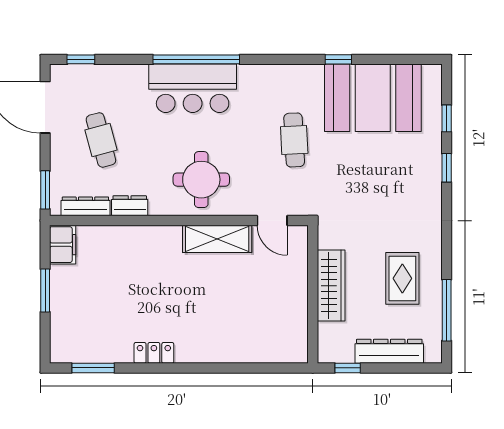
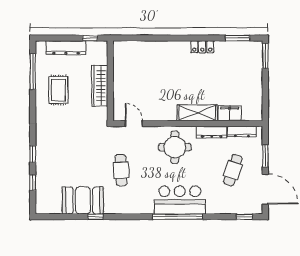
booth: (373, 98) -> (83, 200), width x0.73, depth x0.70
cafe table: (101, 140) -> (233, 170), turned 33
window: (45, 190) -> (265, 156), moved
dresser: (130, 206) -> (212, 132), width x1.44
shelving: (217, 239) -> (197, 113), moved
filing cabinet: (63, 245) -> (230, 113), moved, turned 90
window: (45, 290) -> (265, 56), moved

